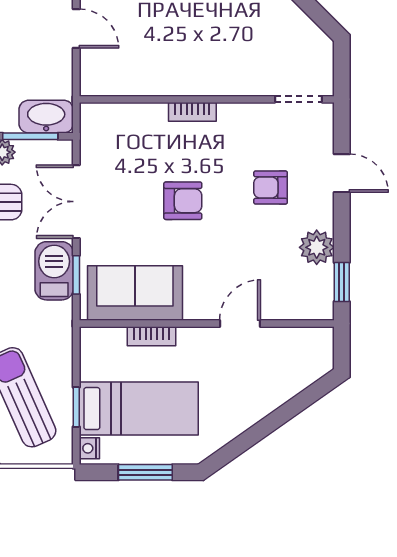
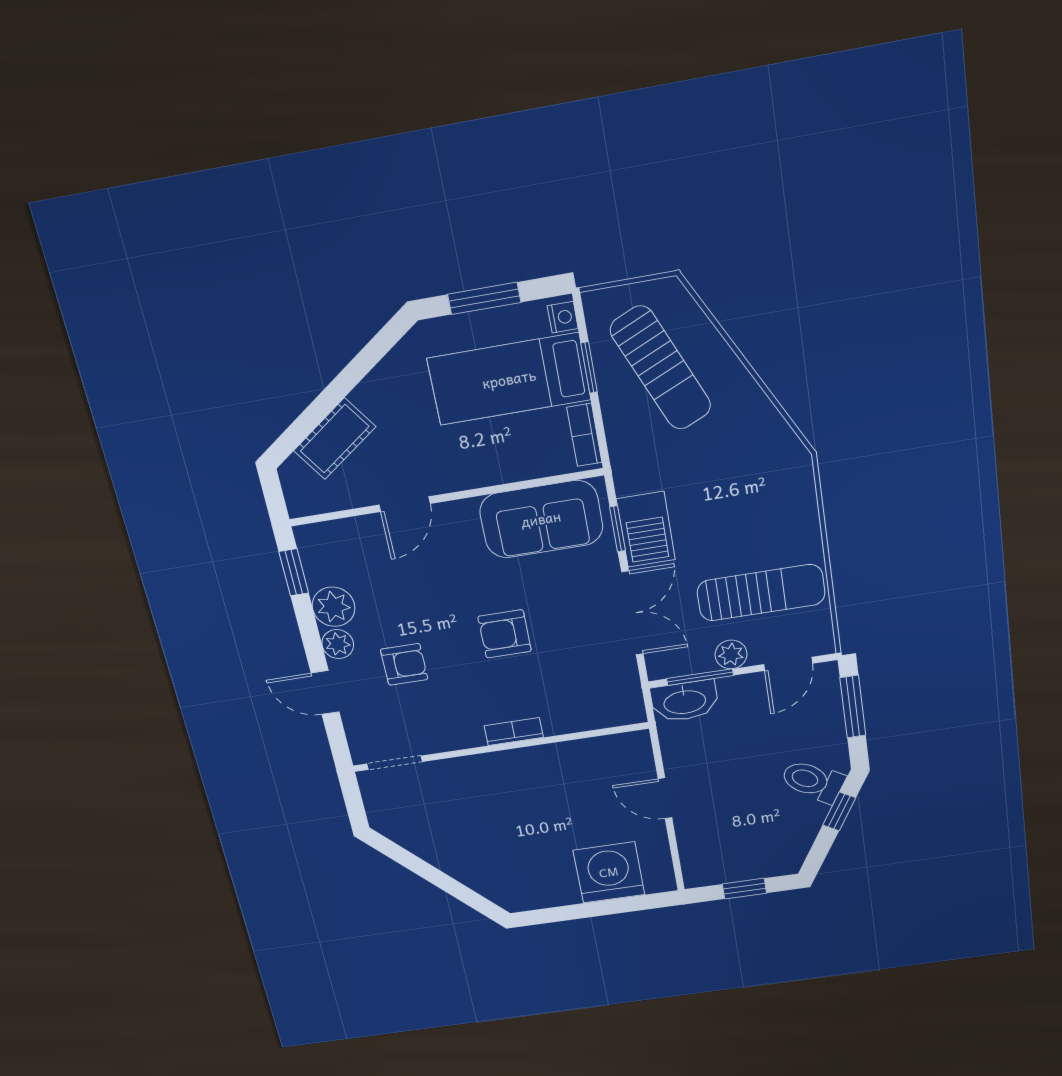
plant: (321, 214) -> (338, 644), added
bookcase: (151, 336) -> (584, 435), moved, turned -90
cot: (283, 385) -> (335, 439), added

